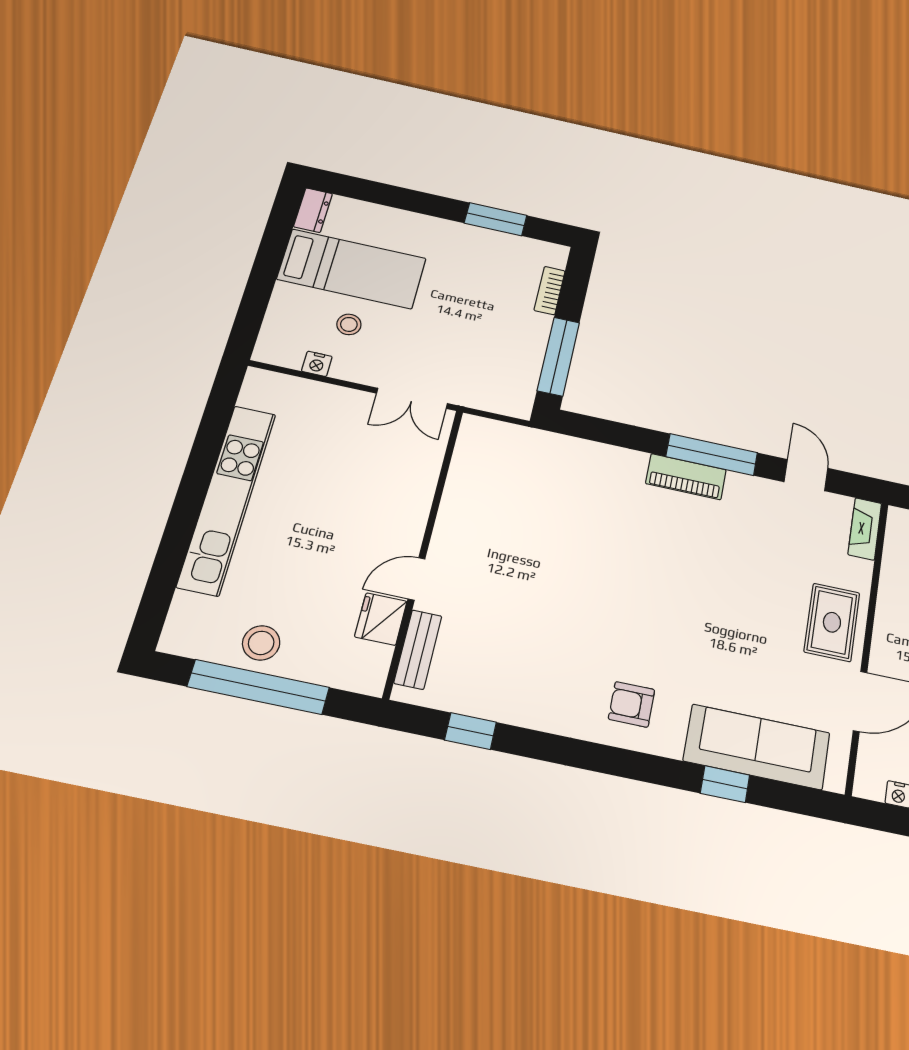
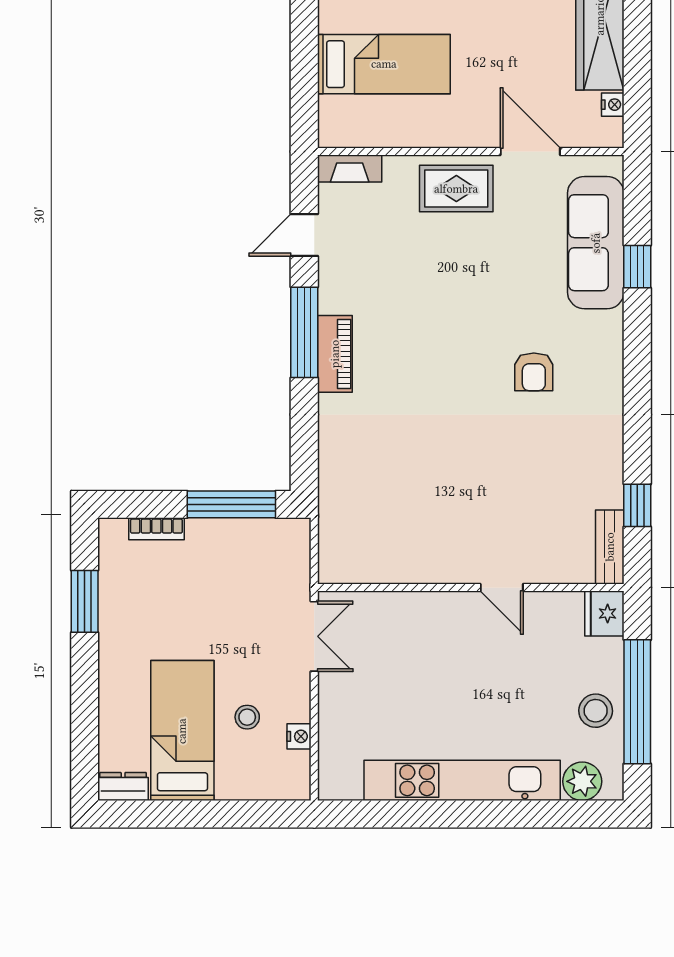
plant: (189, 614) -> (582, 781), added
fridge: (381, 619) -> (604, 614), moved, turned 90
bench: (418, 649) -> (610, 547), moved, turned 90
armchair: (632, 704) -> (534, 372), moved

